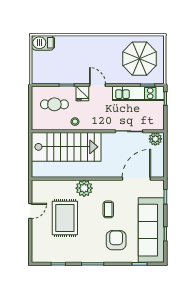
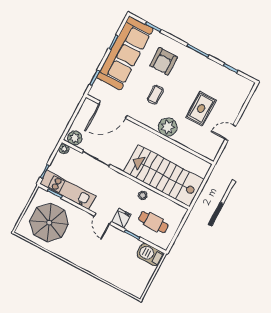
barbecue: (43, 43) -> (150, 255), moved, turned 180
plant: (159, 125) -> (64, 149), added
rug: (65, 218) -> (201, 108), width x0.73, depth x0.70

